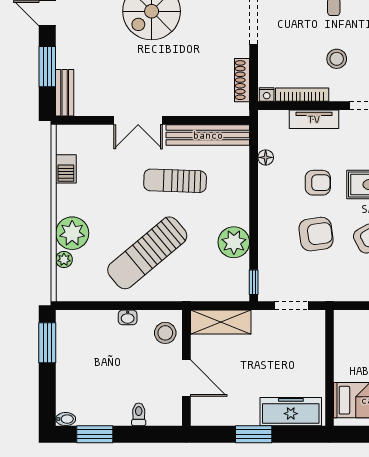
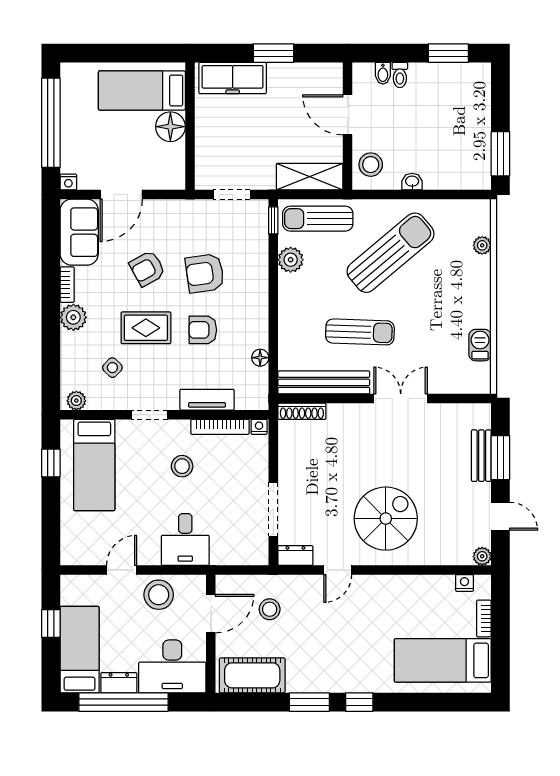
shoe rack: (242, 80) -> (302, 411), moved, turned 90
bench: (65, 93) -> (481, 456), moved
plant: (72, 233) -> (473, 274), removed
plant: (234, 242) -> (291, 260), width x0.73, depth x0.73
sun lounger: (213, 284) -> (318, 219), added
floor lamp: (347, 367) -> (170, 127), added
bidet: (66, 419) -> (383, 73), moved, turned -90

